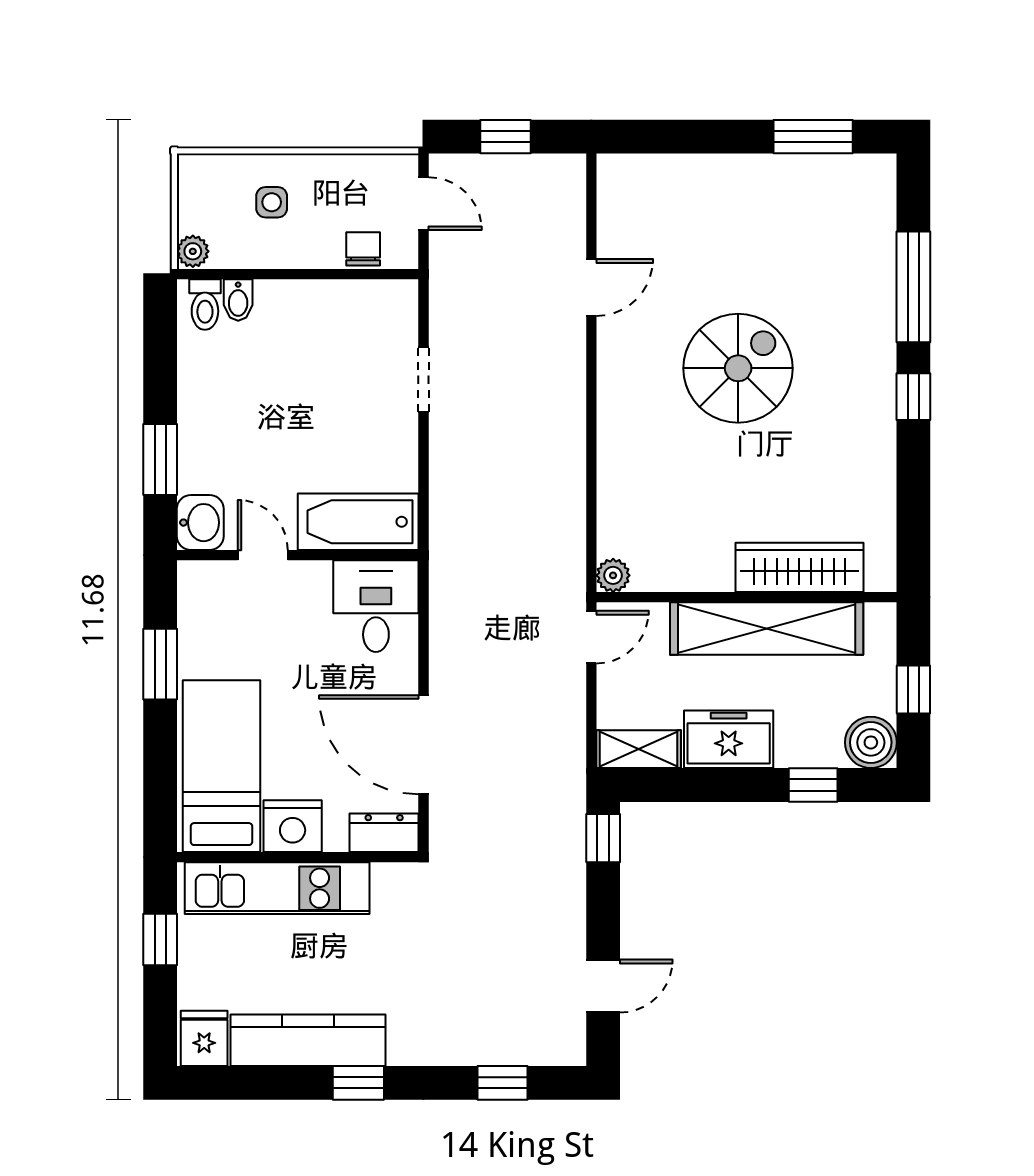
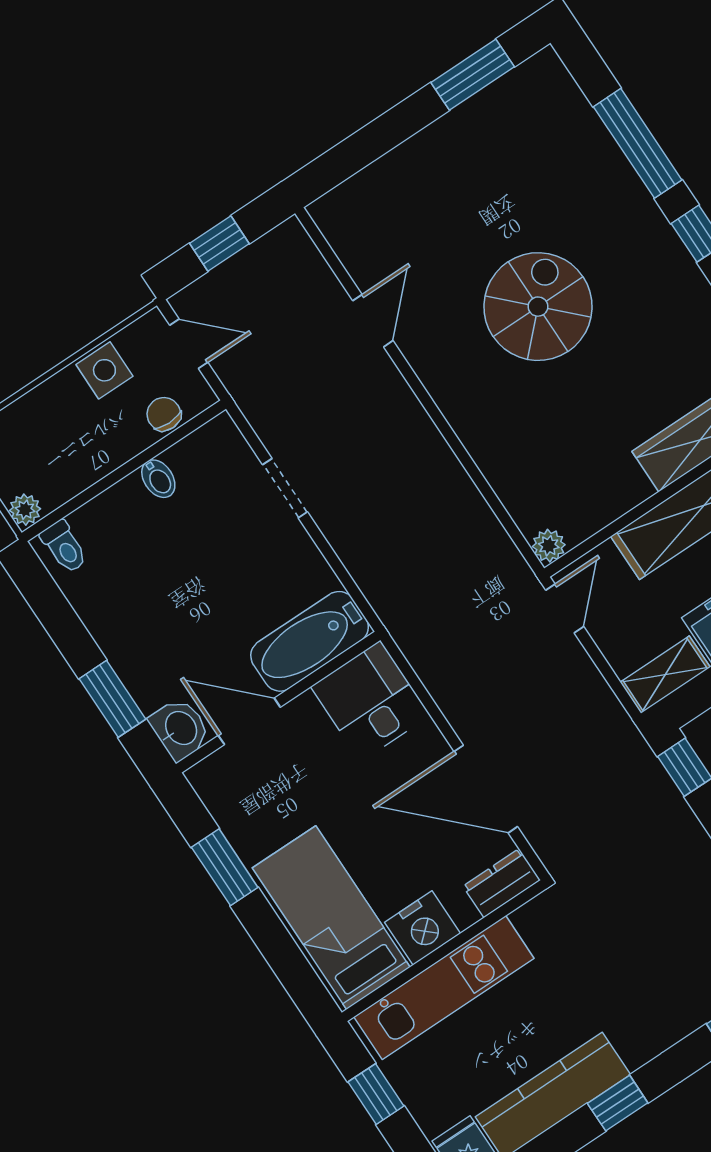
side table: (272, 202) -> (104, 370), moved, width x1.37, depth x1.37
bidet: (238, 300) -> (158, 479), moved
door: (263, 555) -> (249, 721), width x1.38

